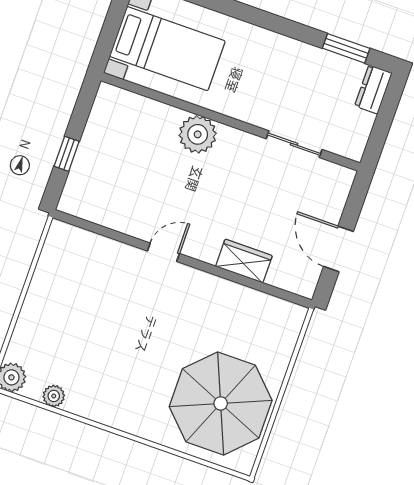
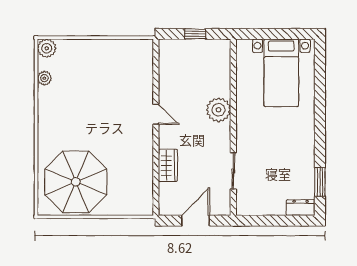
wall: (231, 122) -> (233, 127), moved
plant: (198, 134) -> (219, 110), moved
sliding door: (294, 144) -> (233, 171), moved

